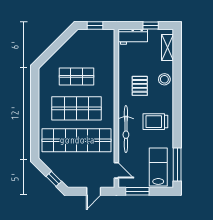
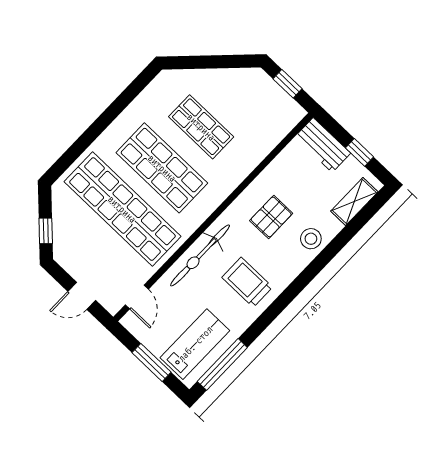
window: (137, 191) -> (152, 362), moved

